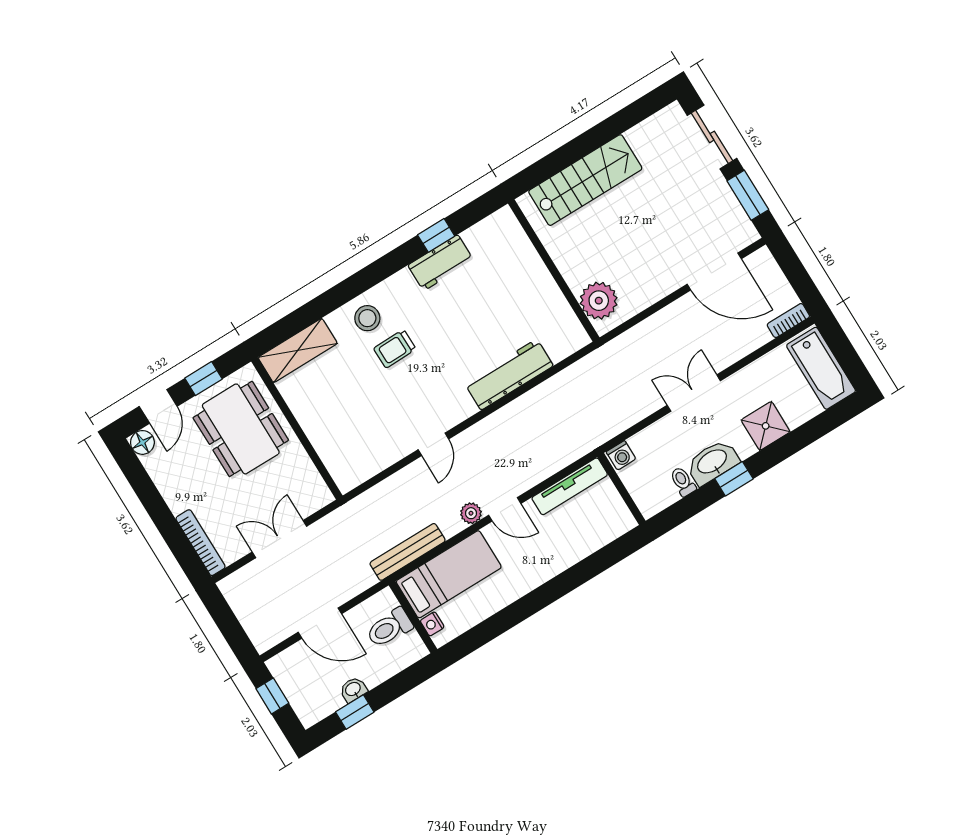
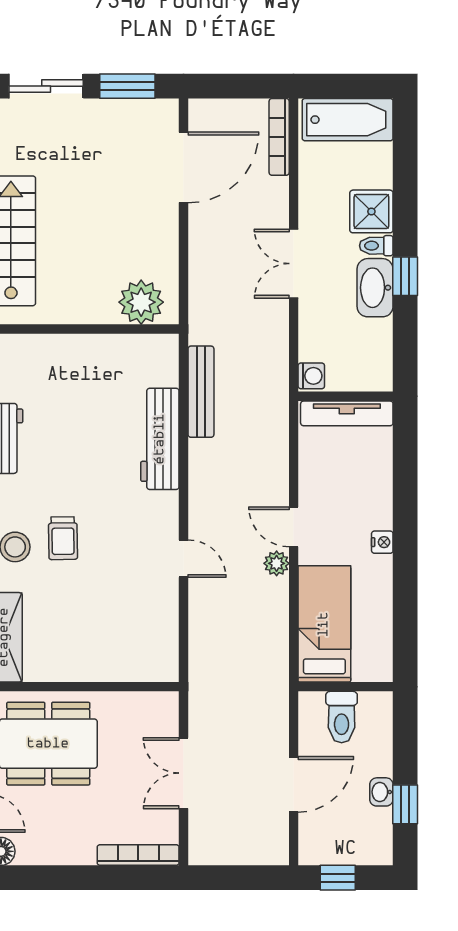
bookcase: (788, 321) -> (279, 137), width x1.56
toilet: (683, 482) -> (376, 246), moved
tv unit: (570, 486) -> (347, 413), moved, turned 90
door: (505, 509) -> (294, 527), swing flipped
bench: (408, 552) -> (201, 392), moved
nightstand: (432, 624) -> (382, 542), moved, turned -90

